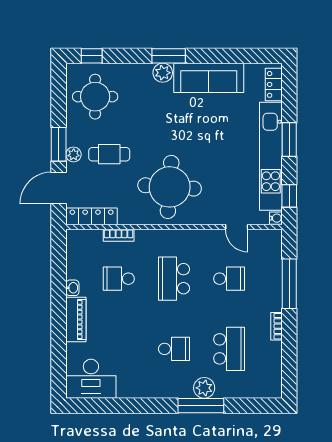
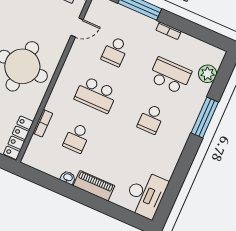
school desk: (229, 279) -> (115, 51), turned 180
school desk: (174, 349) -> (151, 119), turned 180
plant: (204, 388) -> (208, 74), moved

